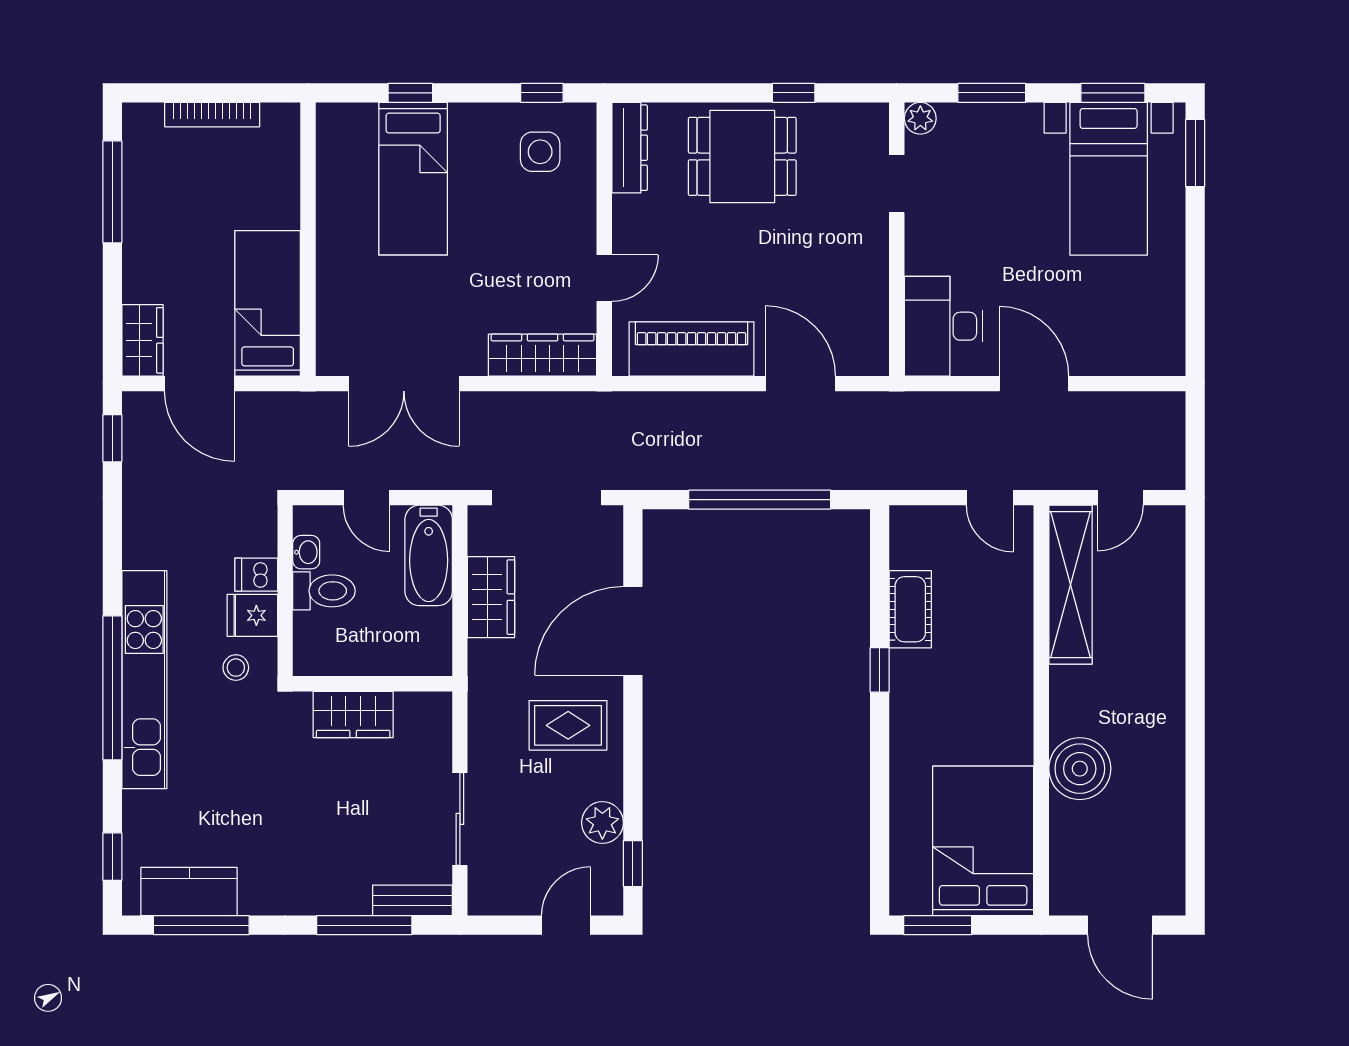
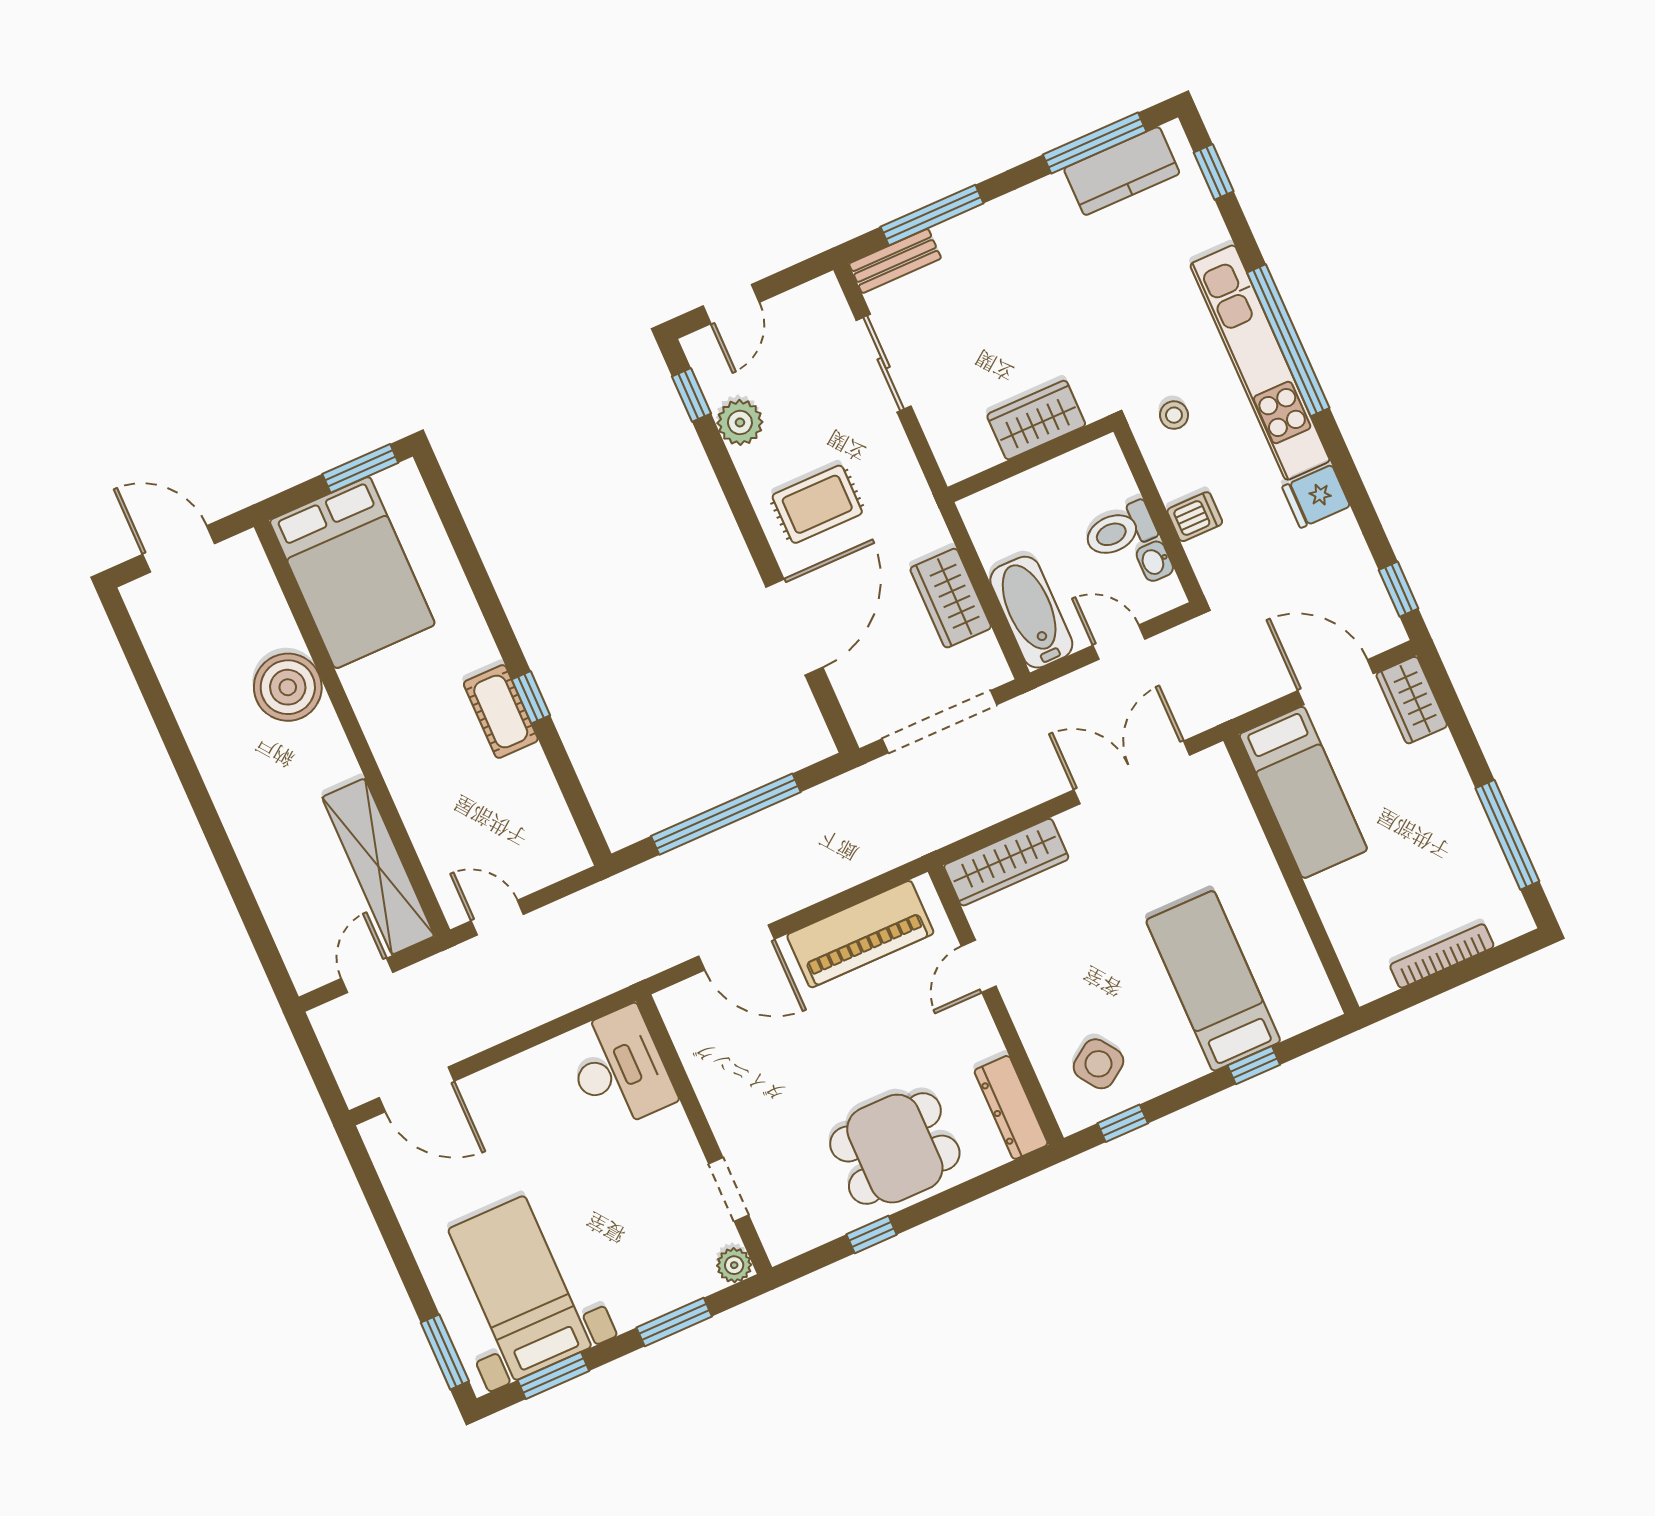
side table: (540, 152) -> (1098, 1064), turned -35
door: (1034, 384) -> (417, 1089), moved
cot: (910, 609) -> (501, 712), moved
fridge: (252, 615) -> (1316, 496), moved, turned 180

